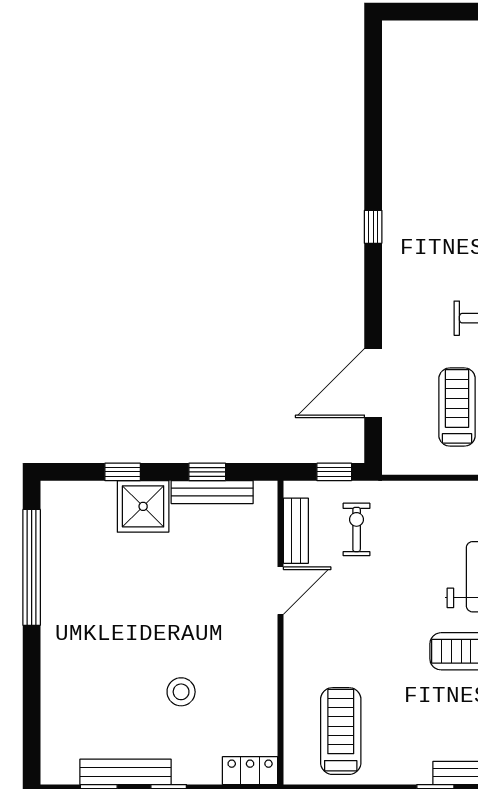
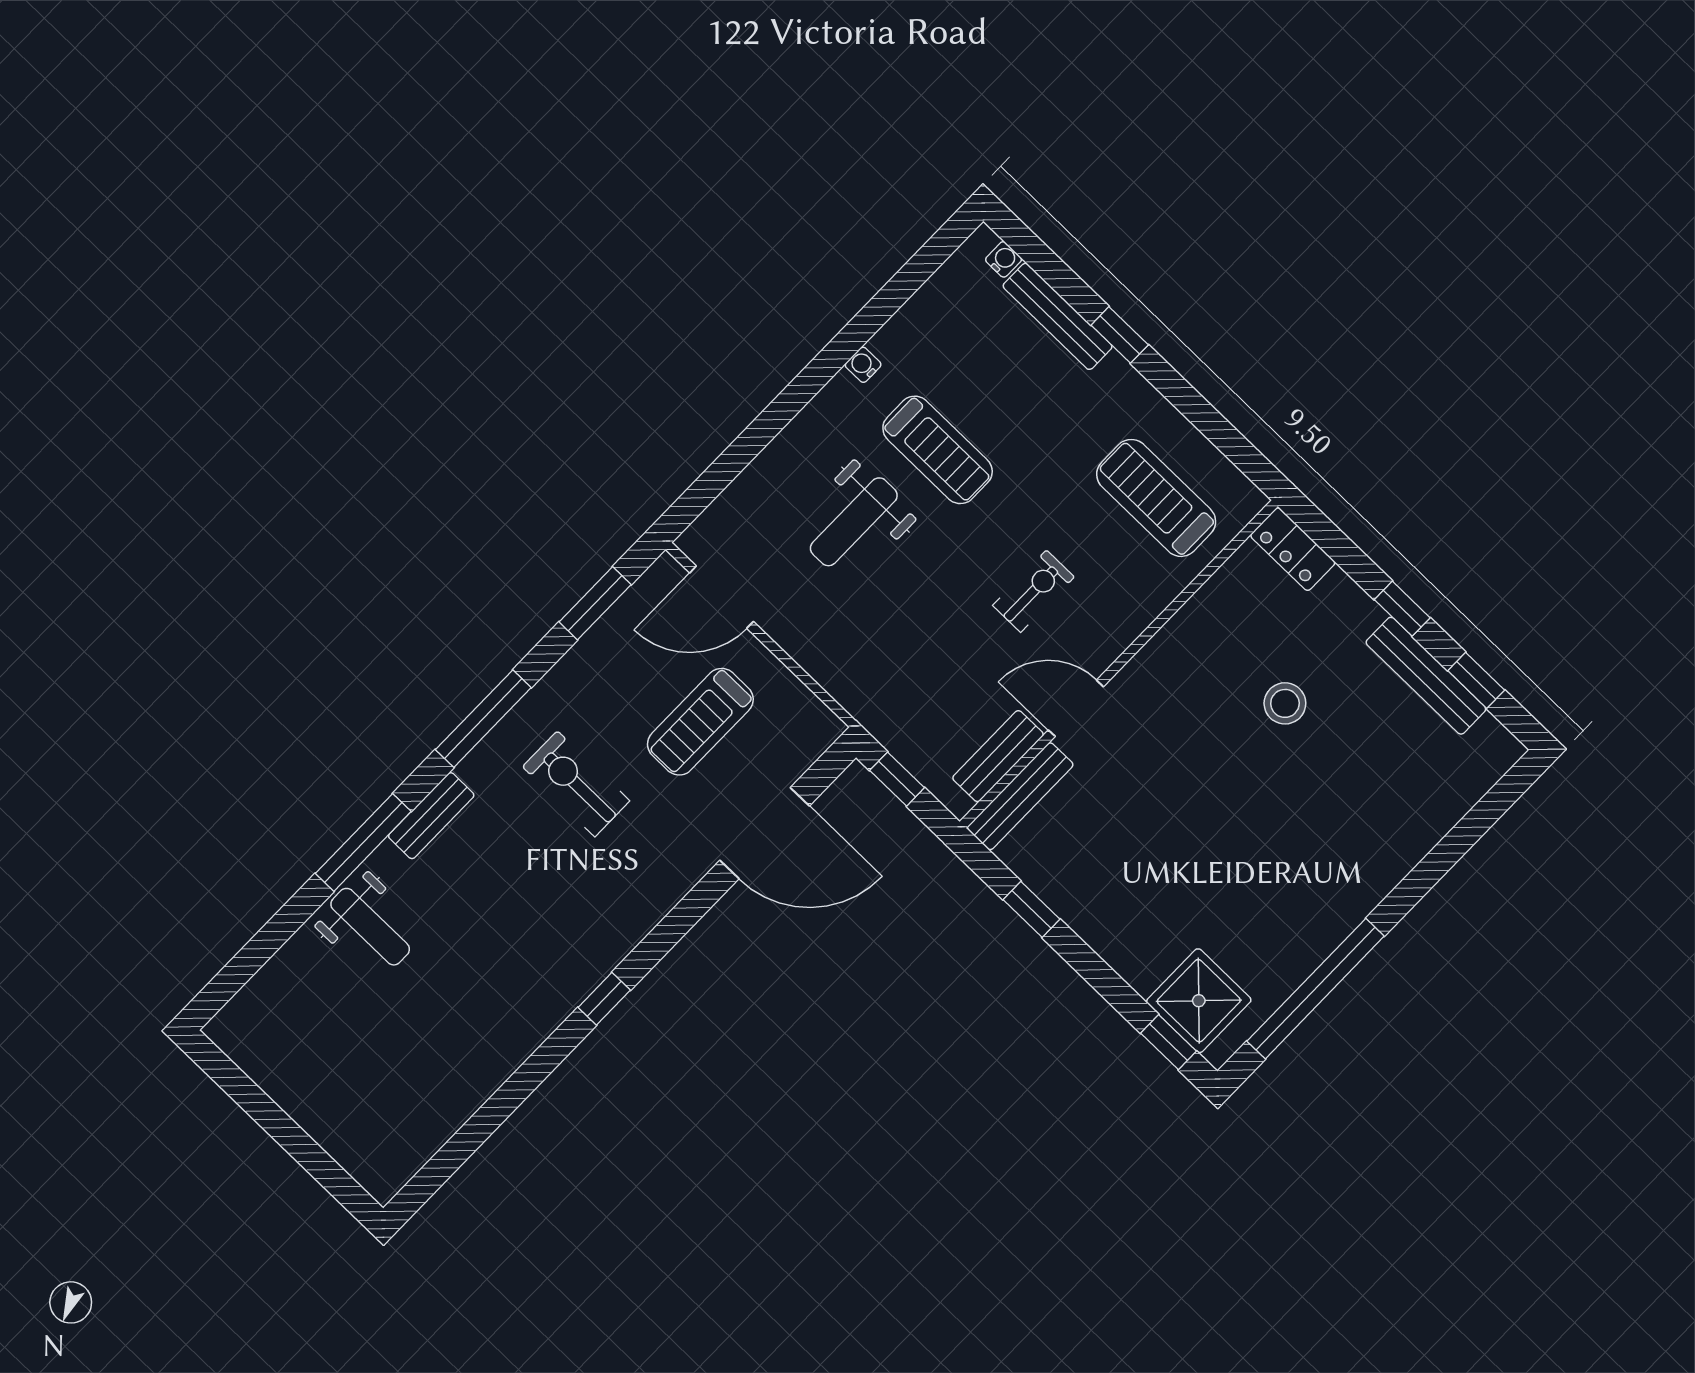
window: (123, 472) -> (1169, 1042), moved
bench: (212, 492) -> (1020, 796), moved, turned 90
shower: (143, 506) -> (1199, 1001), moved
exercise bike: (357, 529) -> (1034, 591), moved, turned 180
treadmill: (341, 731) -> (1156, 498), turned 90

